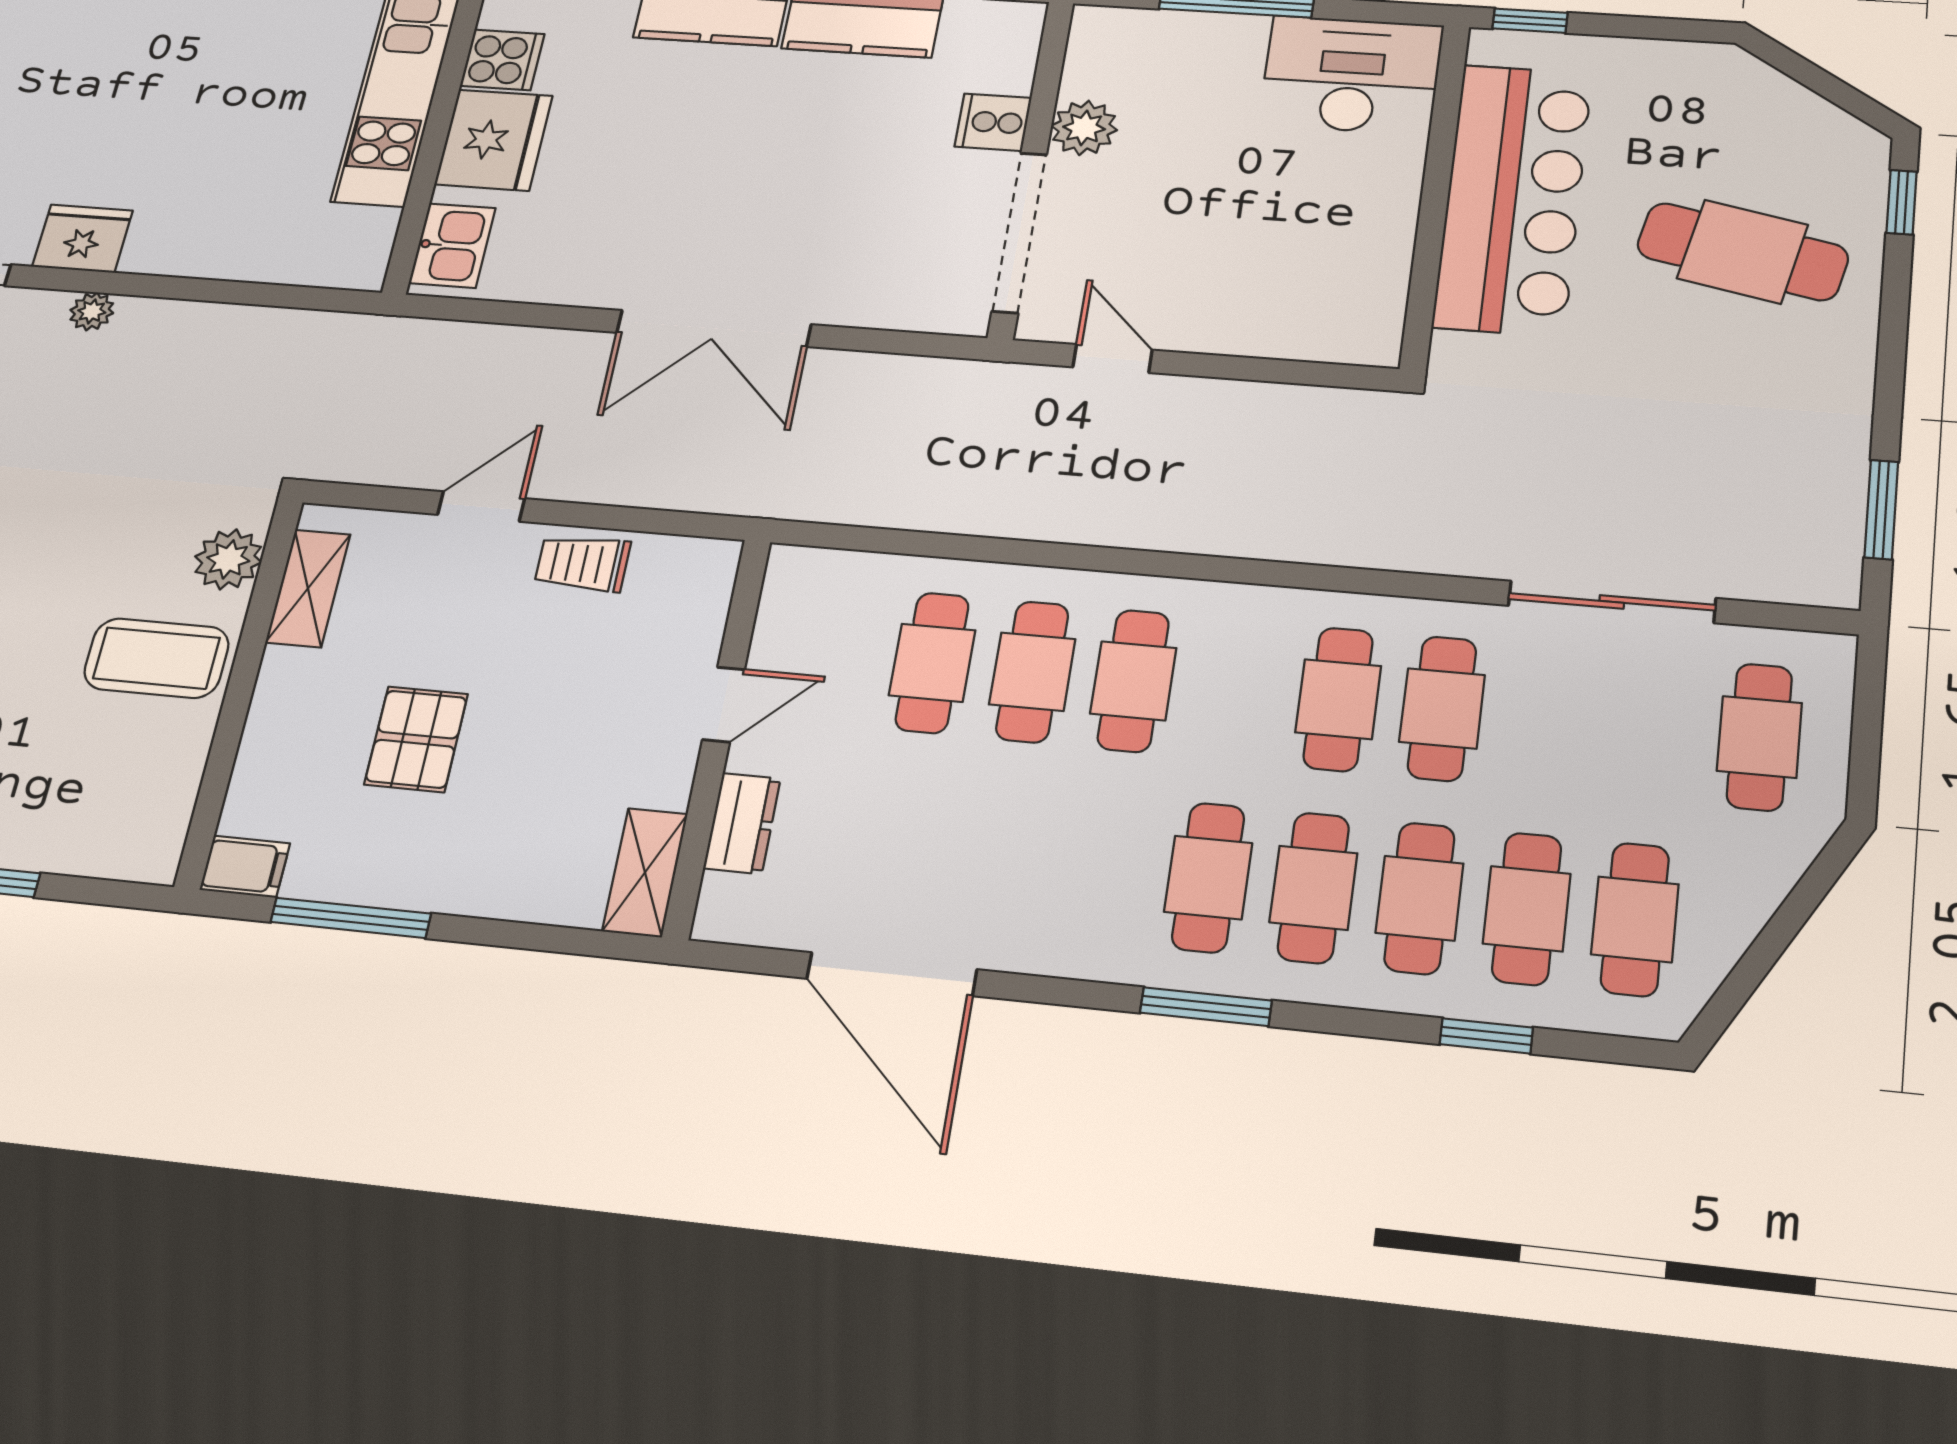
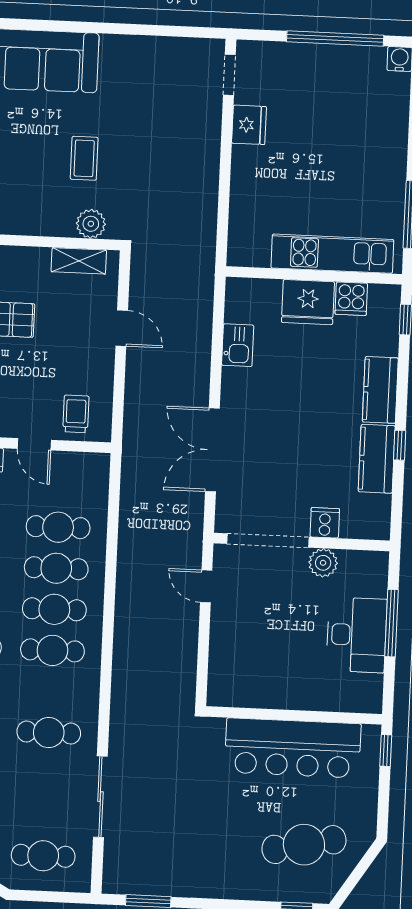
desk: (1351, 75) -> (357, 635), moved
kitchen sink: (452, 246) -> (238, 345), moved, turned -90
cafe table: (1742, 252) -> (304, 845), moved, turned 66
plant: (92, 311) -> (211, 137), removed
double door: (714, 328) -> (212, 450), moved
door: (1113, 358) -> (206, 586), swing flipped
trolley: (583, 563) -> (76, 414), moved
coffee table: (156, 658) -> (84, 158), moved, width x0.73, depth x0.77
cafe table: (1338, 699) -> (52, 650), moved

